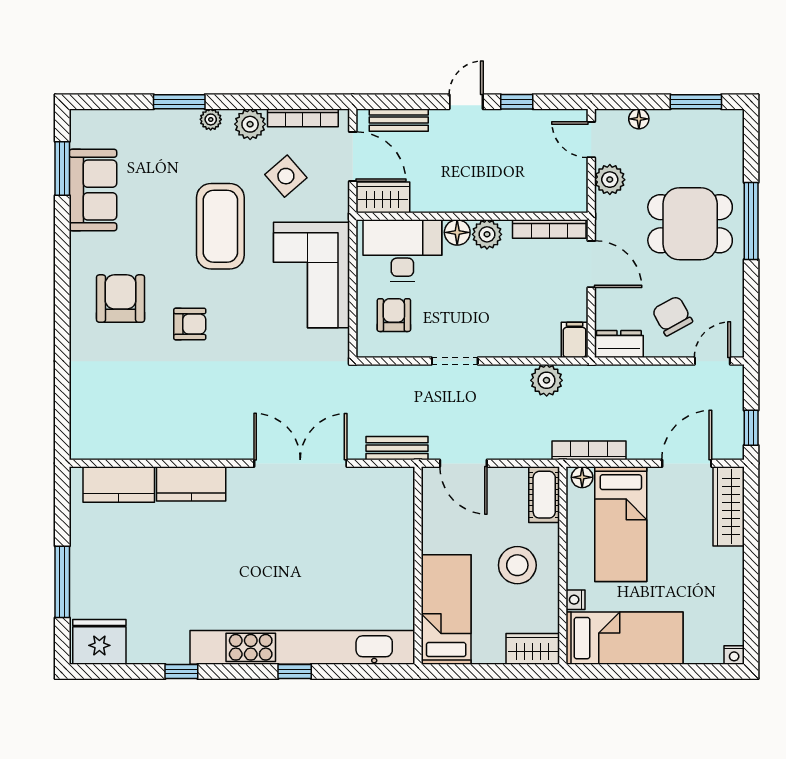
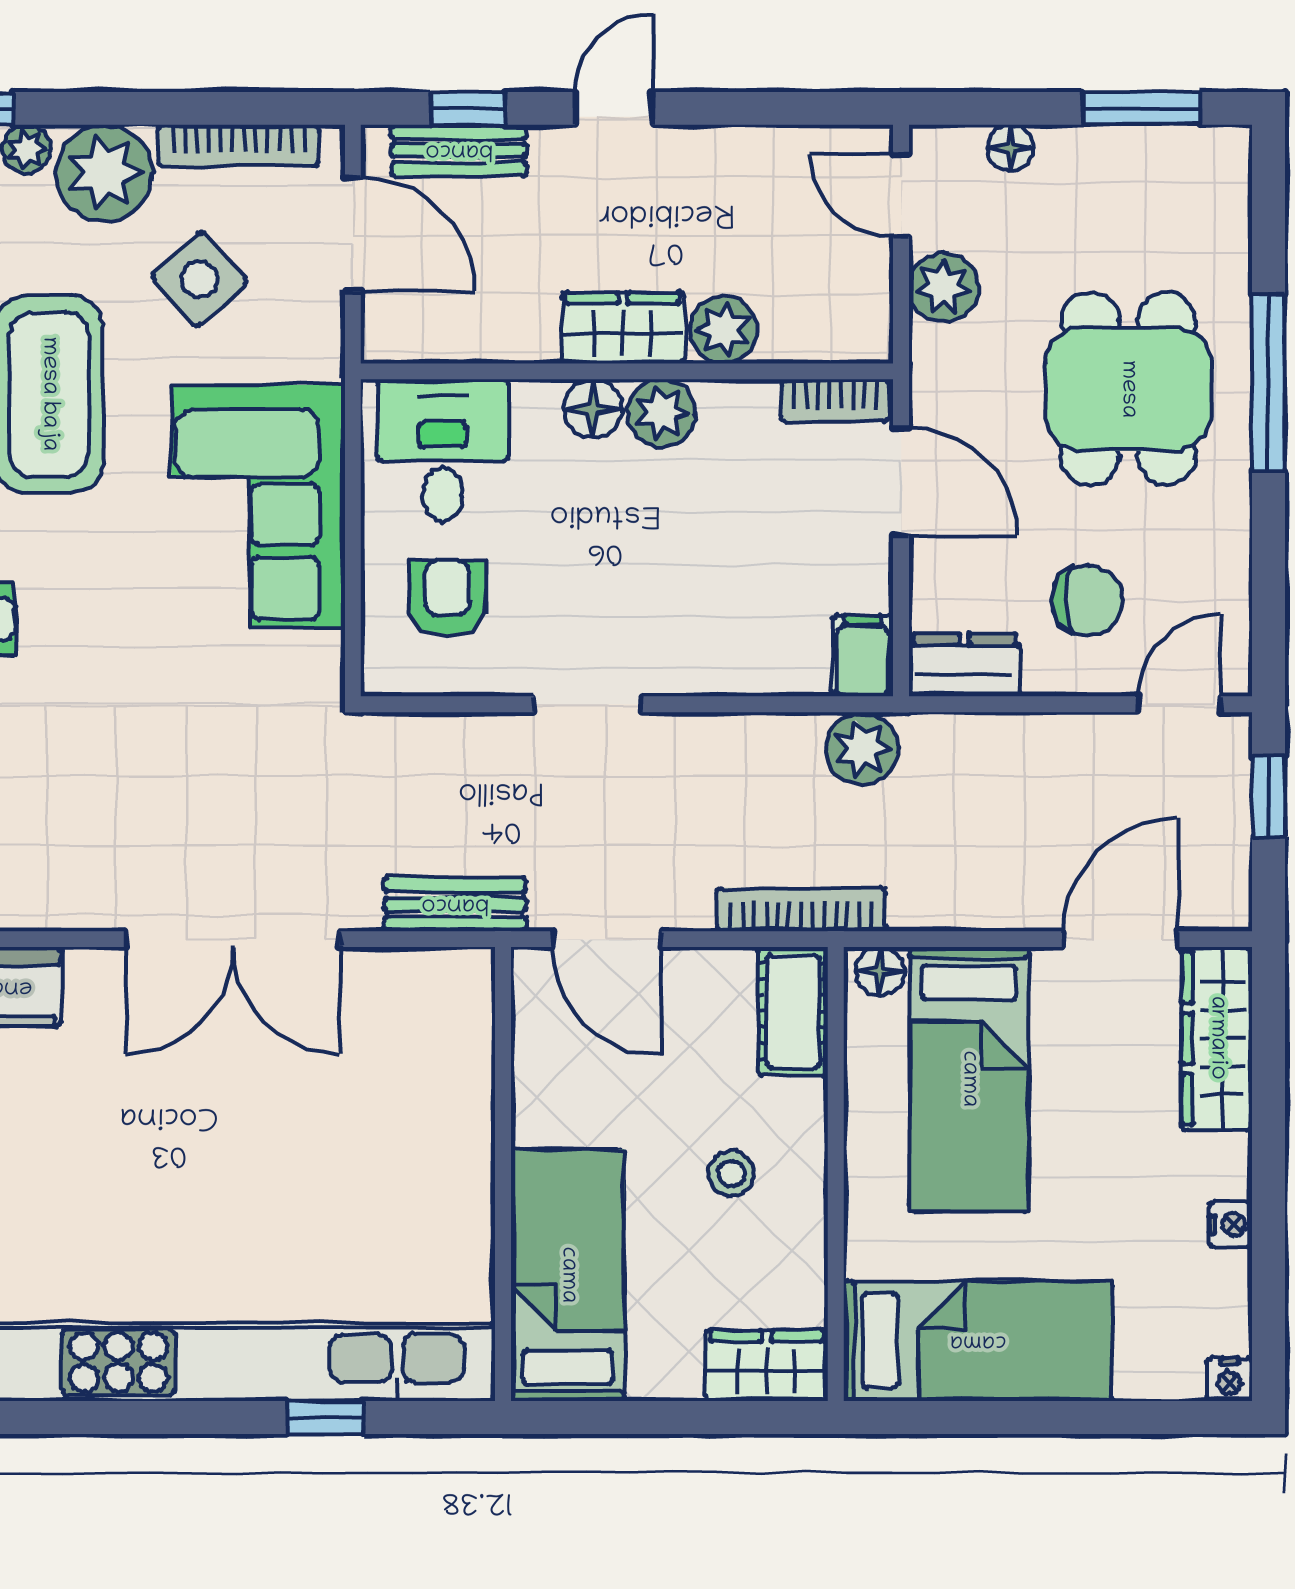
window: (517, 102) -> (468, 108), moved
plant: (250, 124) -> (104, 173), width x1.36, depth x1.36
wardrobe: (383, 197) -> (623, 328), moved
plant: (514, 198) -> (723, 330), added
dining table: (690, 224) -> (1128, 389), turned 90
bookcase: (549, 229) -> (835, 401), width x0.64
desk: (402, 251) -> (443, 450), width x0.73
chair: (672, 316) -> (1087, 600), turned 119
plant: (547, 380) -> (862, 748), moved
window: (751, 428) -> (1268, 796), moved
bookcase: (589, 450) -> (801, 910), moved
double door: (300, 463) -> (233, 939), swing flipped
stool: (517, 565) -> (731, 1173), width x0.53, depth x0.53
nightstand: (576, 600) -> (1231, 1225), moved, turned 180
window: (295, 671) -> (326, 1417), moved

